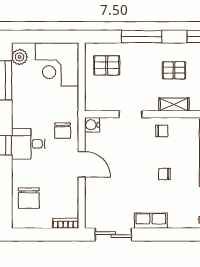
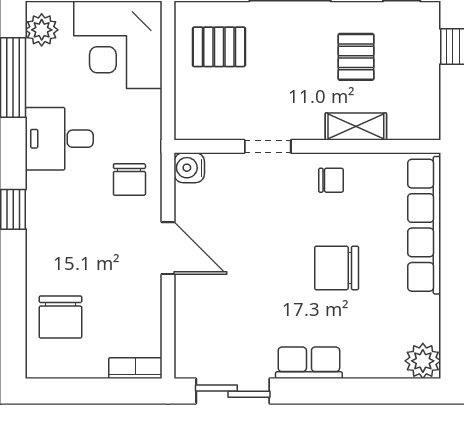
pallet: (174, 70) -> (356, 57), turned 90
desk: (28, 144) -> (59, 139), moved
chair: (164, 174) -> (337, 268), width x1.87, depth x1.87

